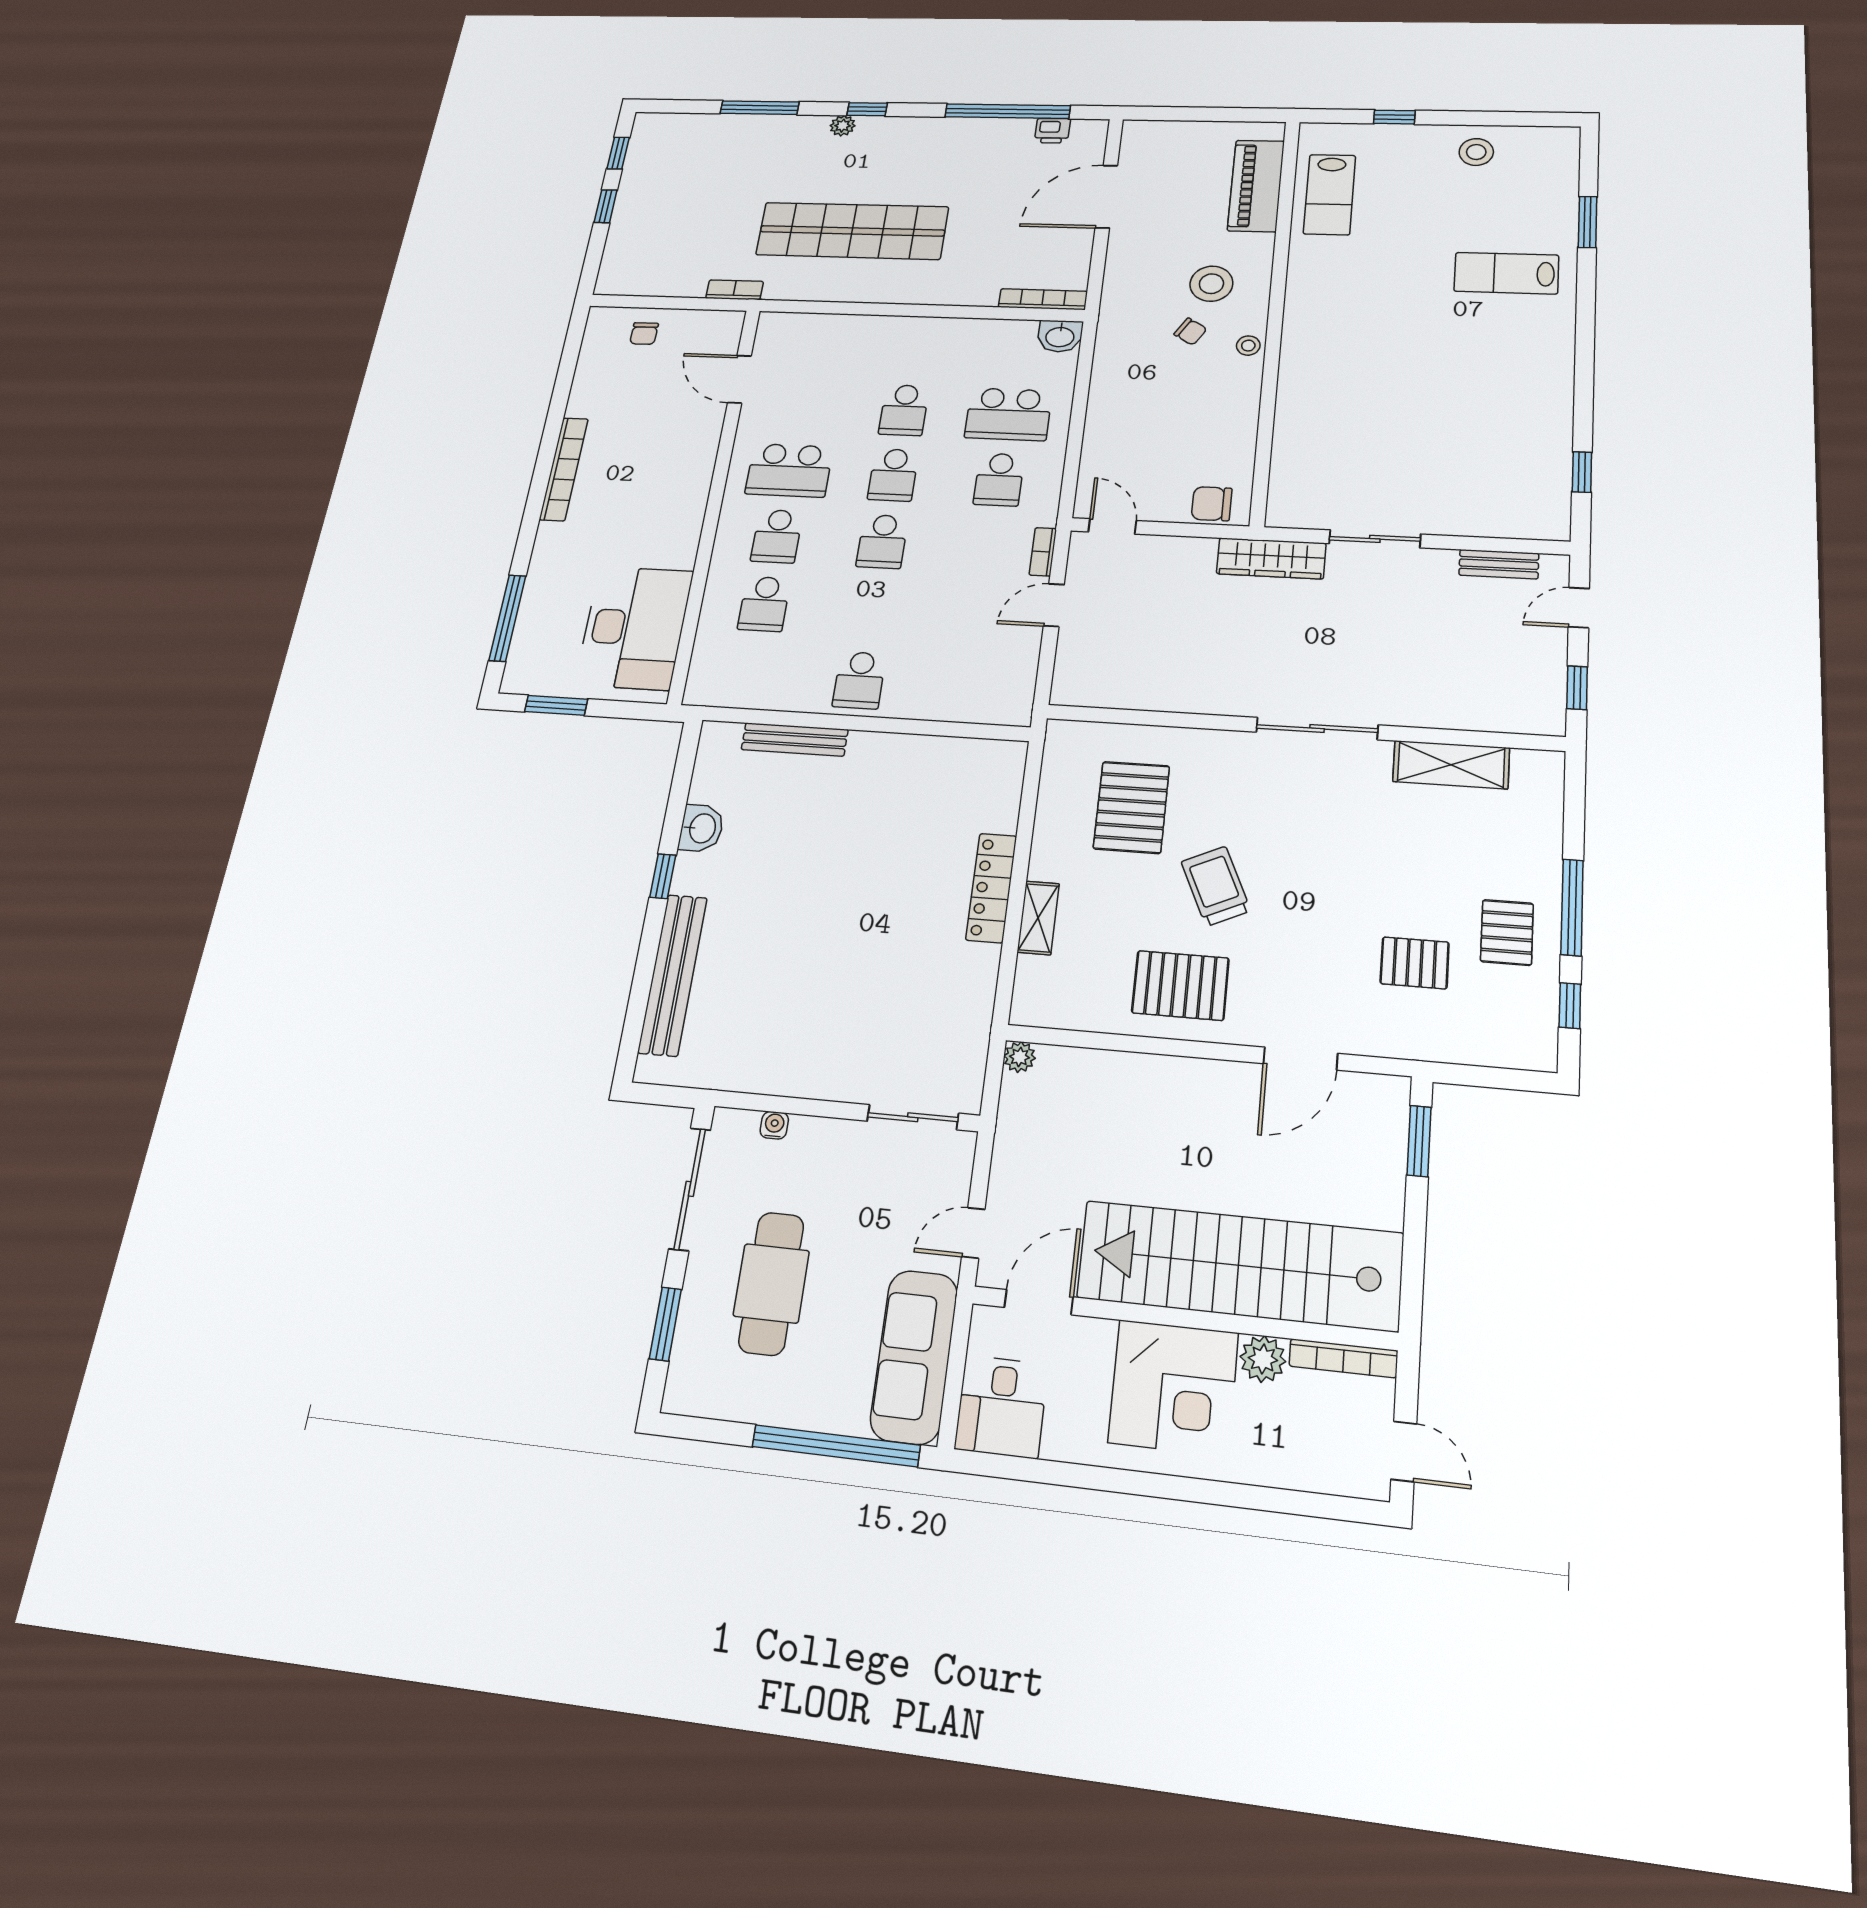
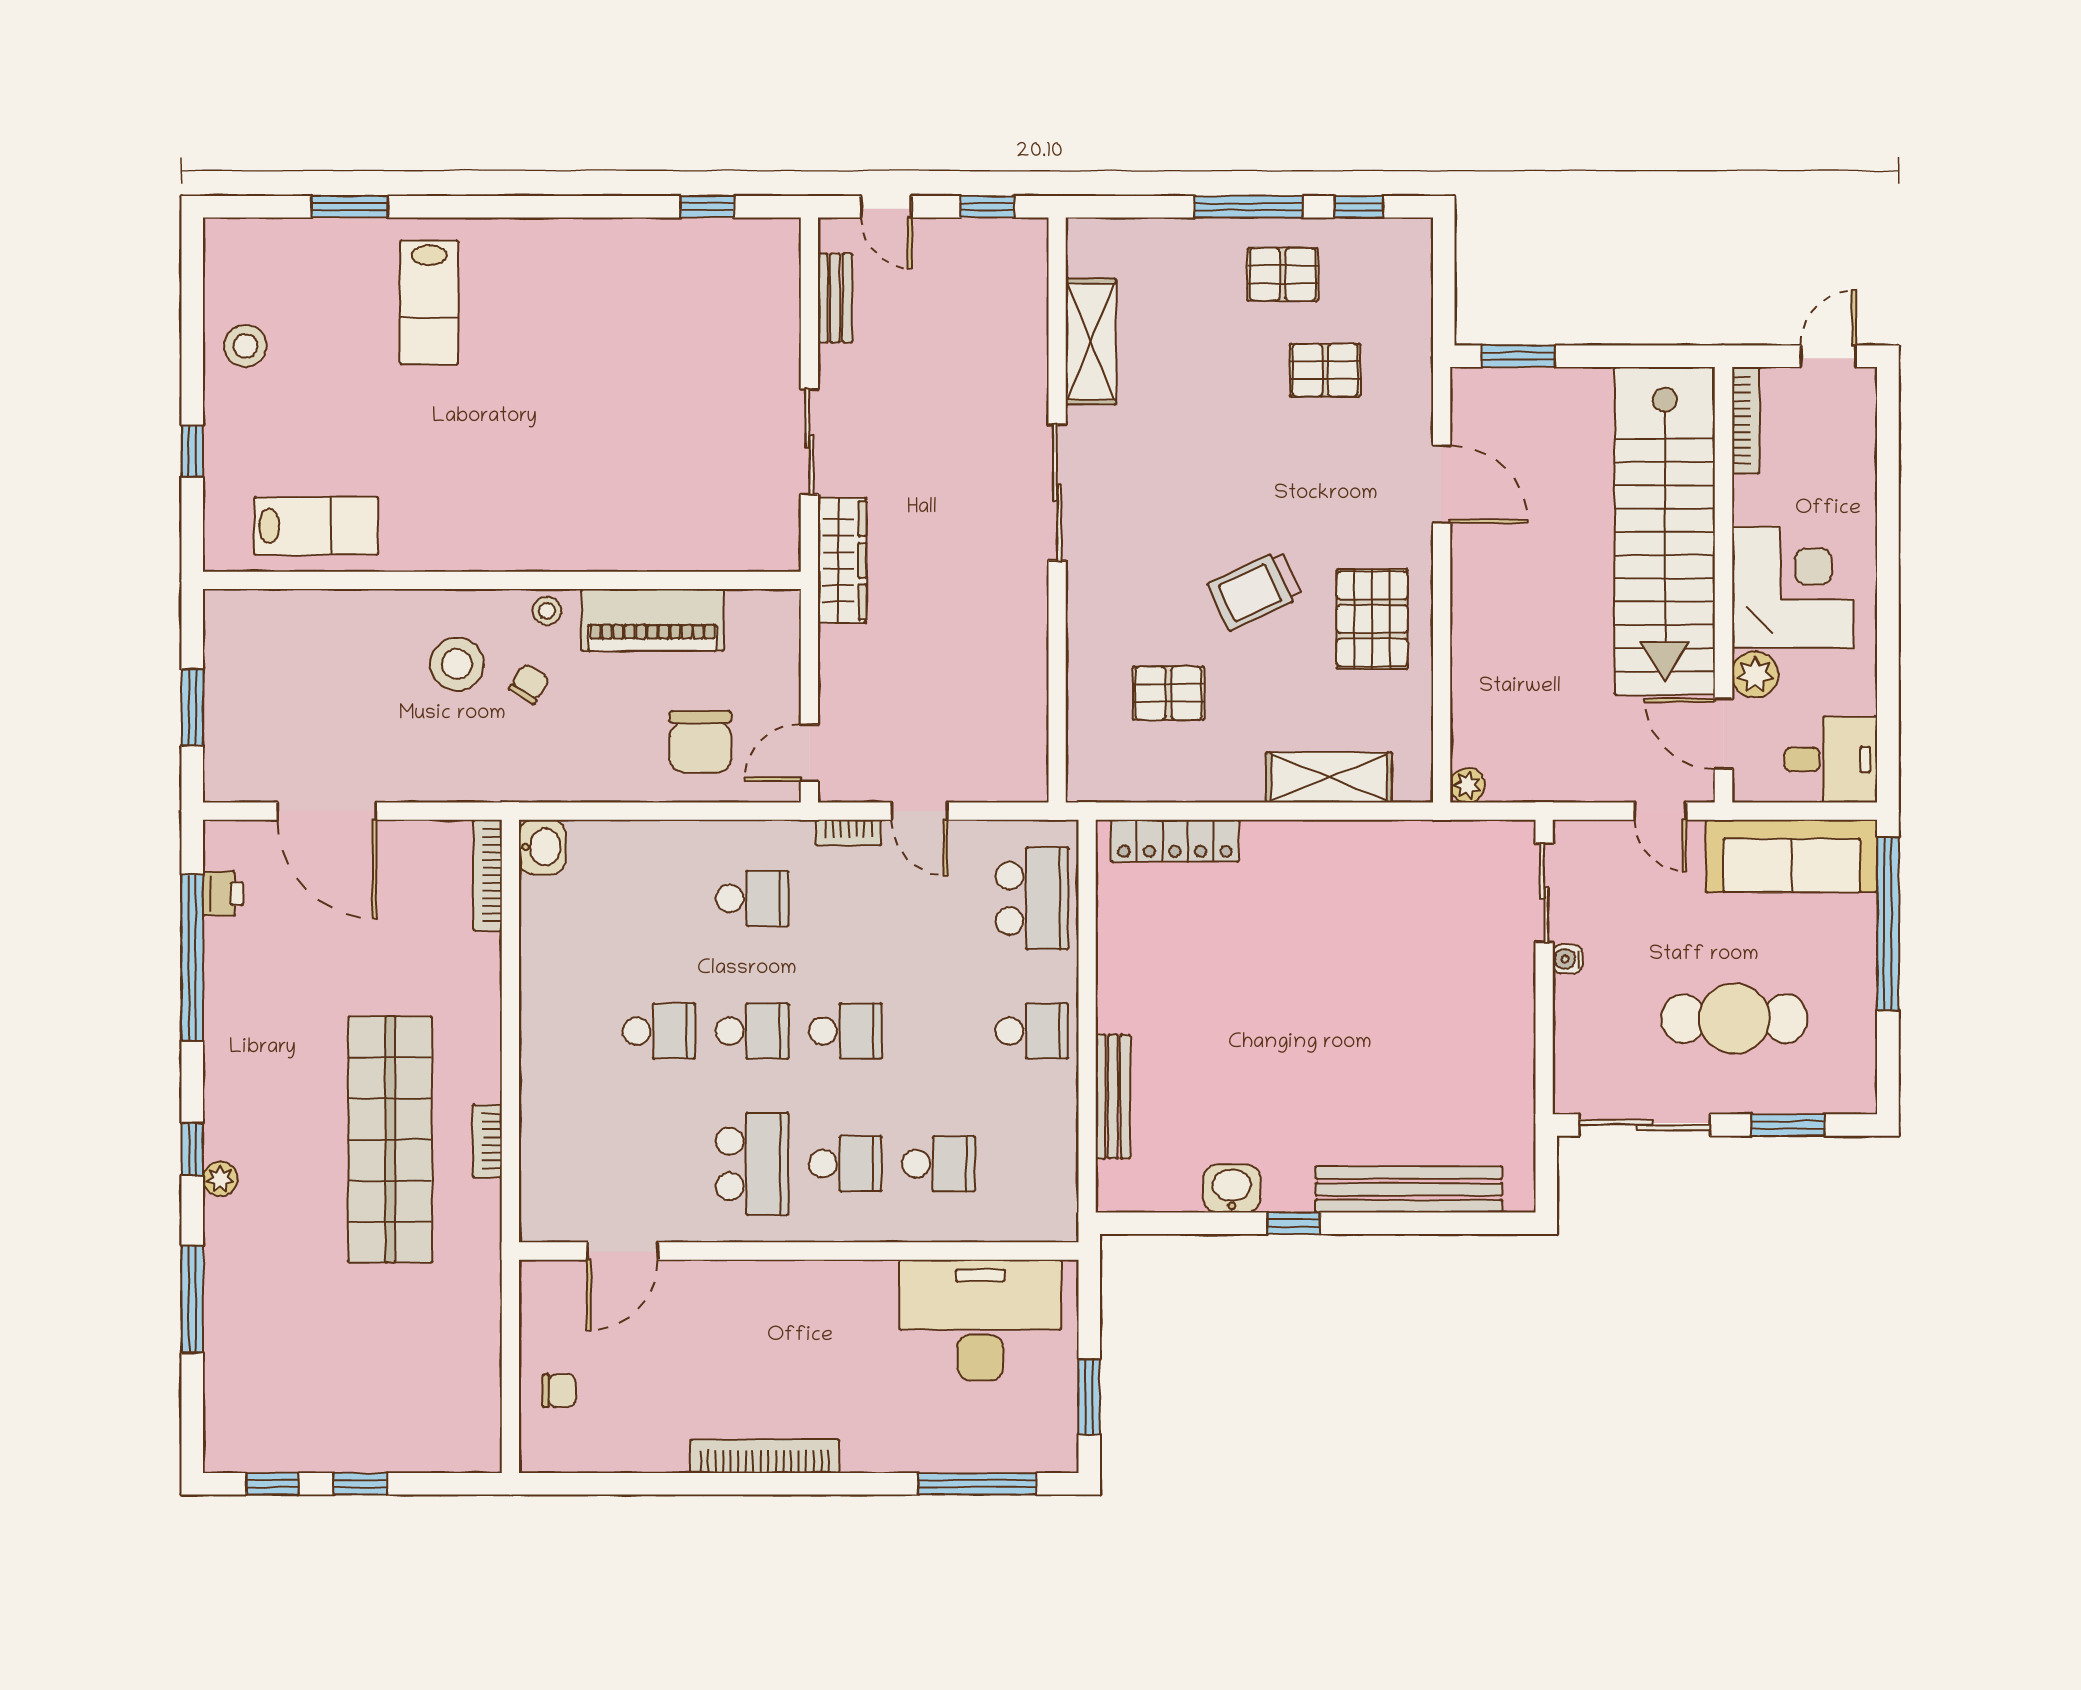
window: (1196, 114) -> (192, 707), added
piano: (1256, 186) -> (652, 620), moved
bookcase: (735, 290) -> (487, 1141), moved
school desk: (1008, 414) -> (1032, 898), moved
chair: (1212, 504) -> (700, 742), moved, width x1.37, depth x1.37
pallet: (1132, 807) -> (1168, 693), width x0.67, depth x0.71
locker: (991, 888) -> (1175, 841), moved
shelving: (1038, 918) -> (1329, 777), width x1.50, depth x1.33
pallet: (1415, 963) -> (1325, 370), turned 90
water cooler: (774, 1125) -> (1567, 959), moved
plant: (1263, 1359) -> (1755, 675), moved

